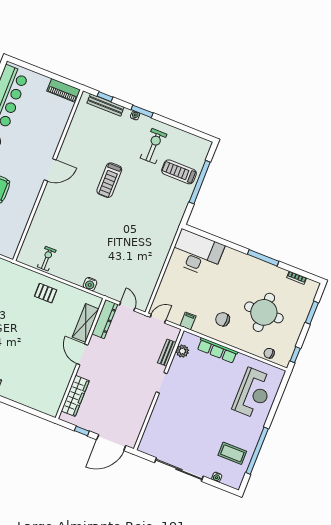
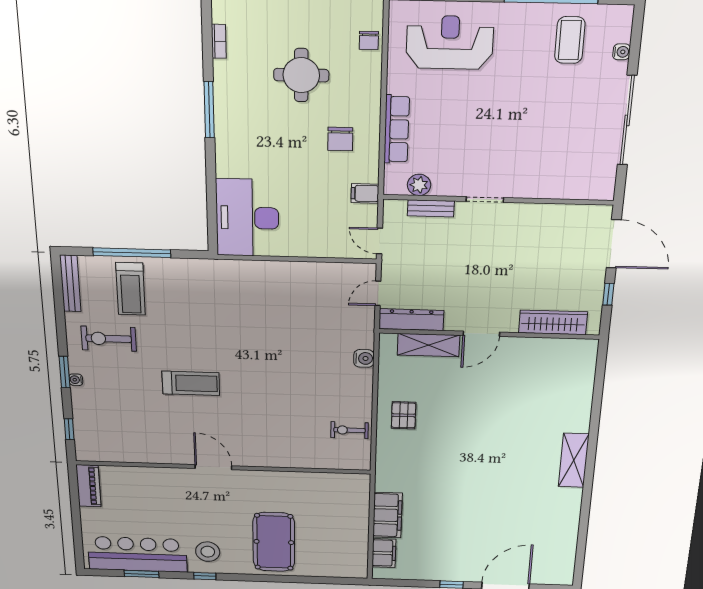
bench: (106, 105) -> (70, 283), moved
round table: (264, 312) -> (301, 75), width x0.73, depth x0.73

